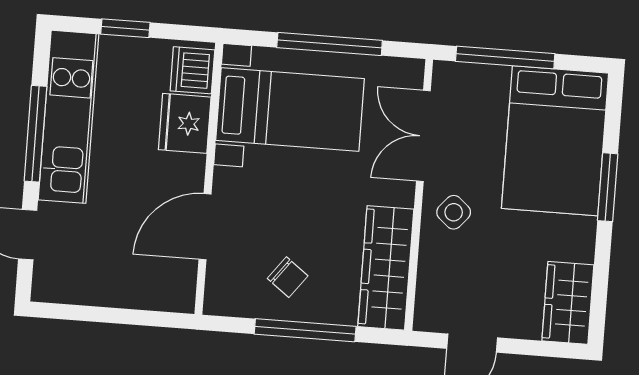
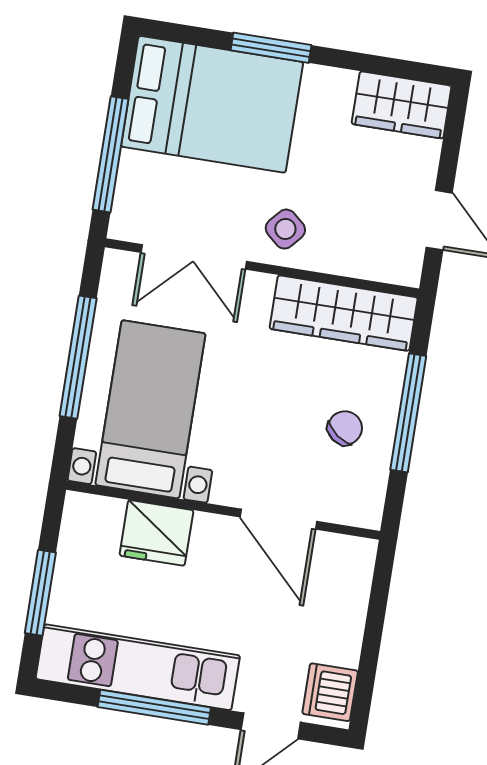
window: (125, 28) -> (40, 593), width x1.50
dishwasher: (192, 70) -> (330, 692), moved, turned 90

